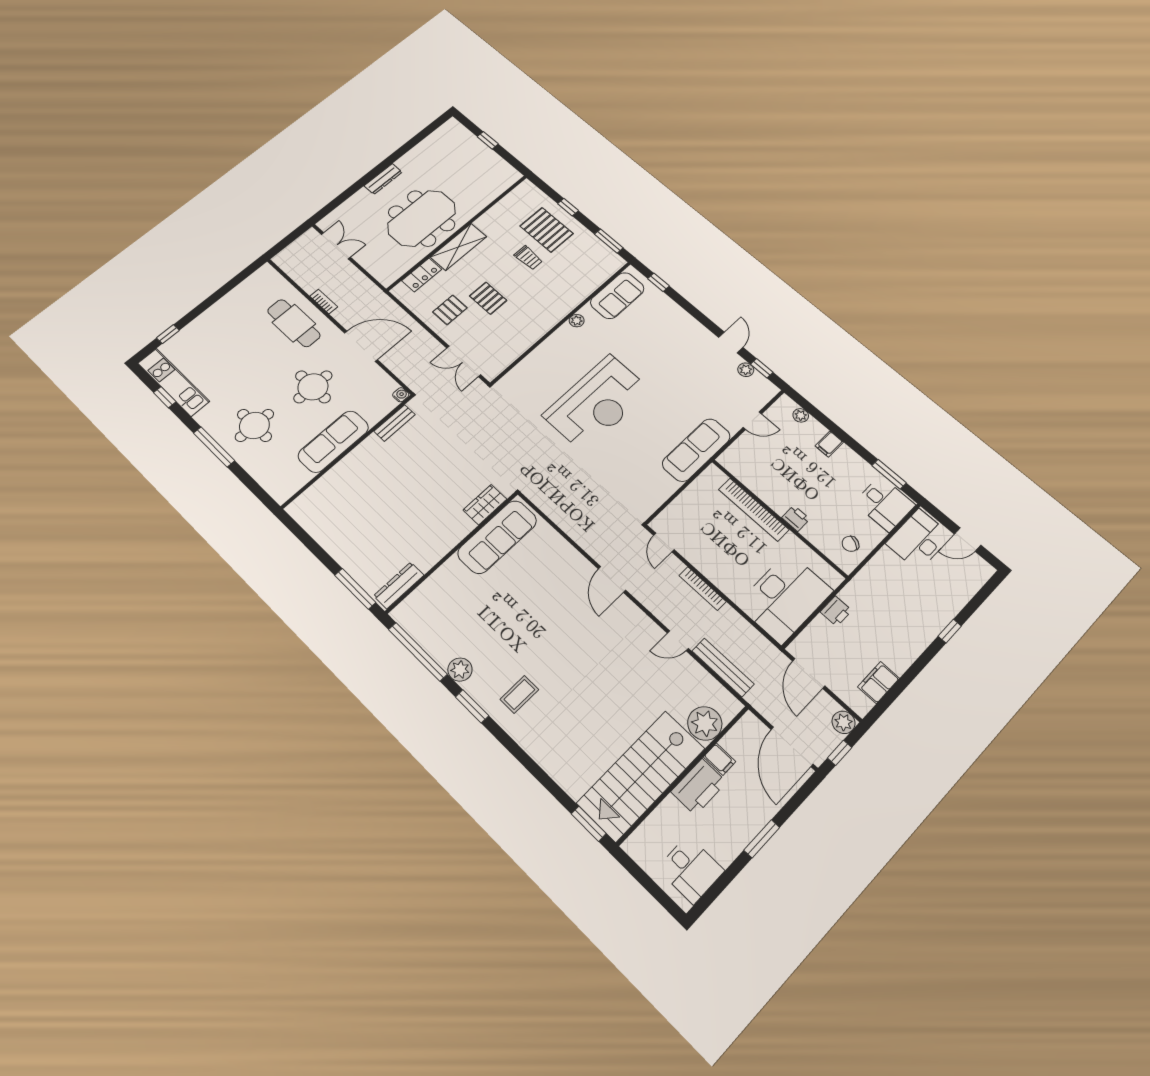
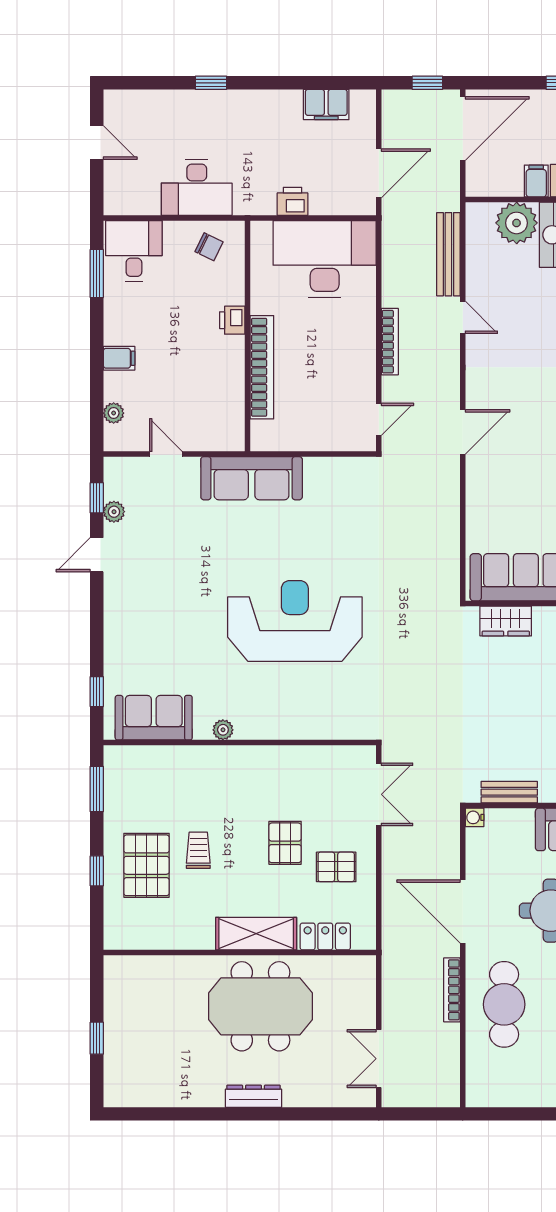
bookcase: (324, 302) -> (452, 990), width x1.56
desk: (919, 540) -> (197, 188), moved
plant: (844, 722) -> (395, 103), removed

